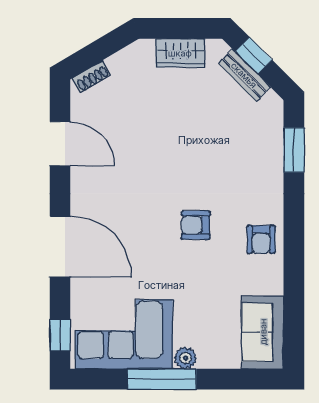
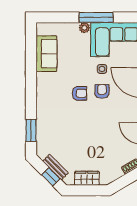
armchair: (261, 239) -> (102, 91), moved
side table: (150, 275) -> (102, 69), added
sofa: (263, 332) -> (46, 54), moved

